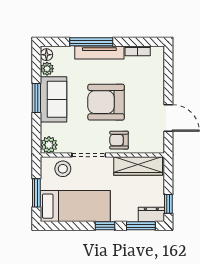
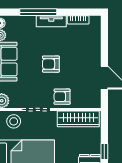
tv unit: (99, 52) -> (51, 21), width x0.71
armchair: (106, 102) -> (51, 64), width x0.53, depth x0.53

